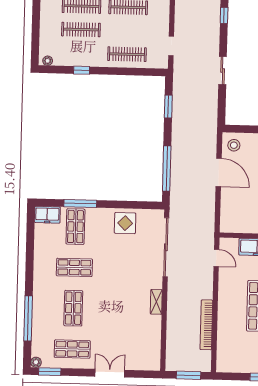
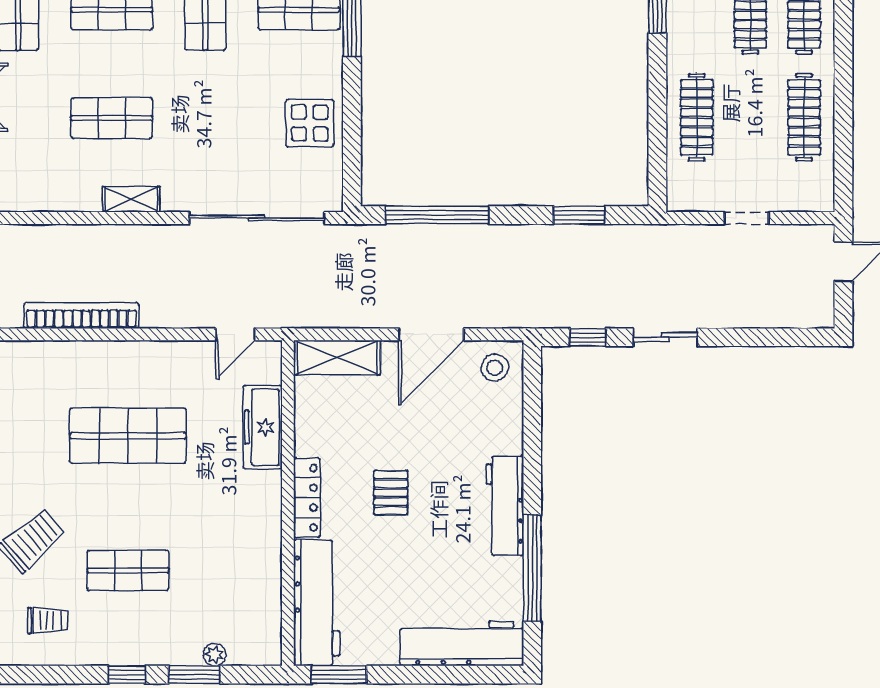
window: (224, 15) -> (588, 337), moved
doorway: (171, 46) -> (747, 218), moved
shelving: (228, 214) -> (337, 358), added
shop shelf: (121, 309) -> (112, 118), added

